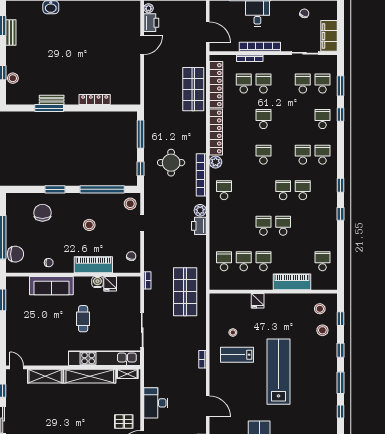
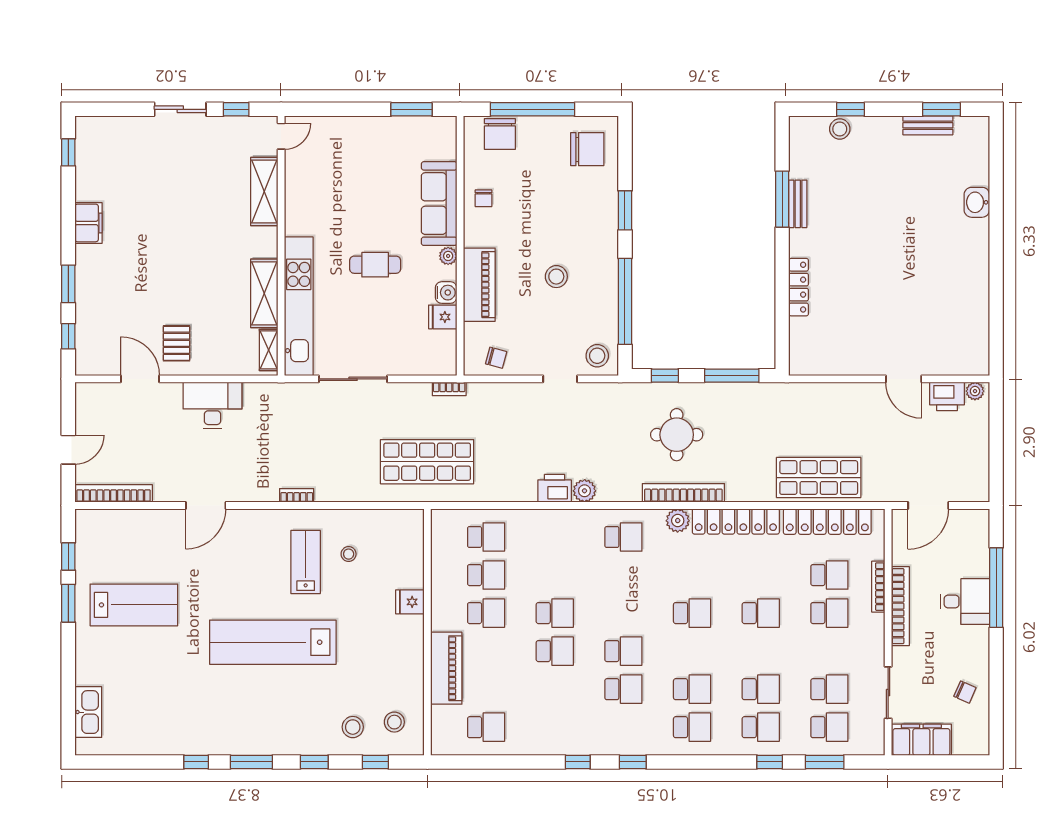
school desk: (303, 119) -> (761, 689), added
bookcase: (201, 175) -> (683, 493), moved
chair: (42, 213) -> (587, 149), moved
plant: (79, 281) -> (448, 256), added
lab bench: (279, 372) -> (273, 642), turned 180
shelving: (90, 376) -> (264, 293), width x0.68

